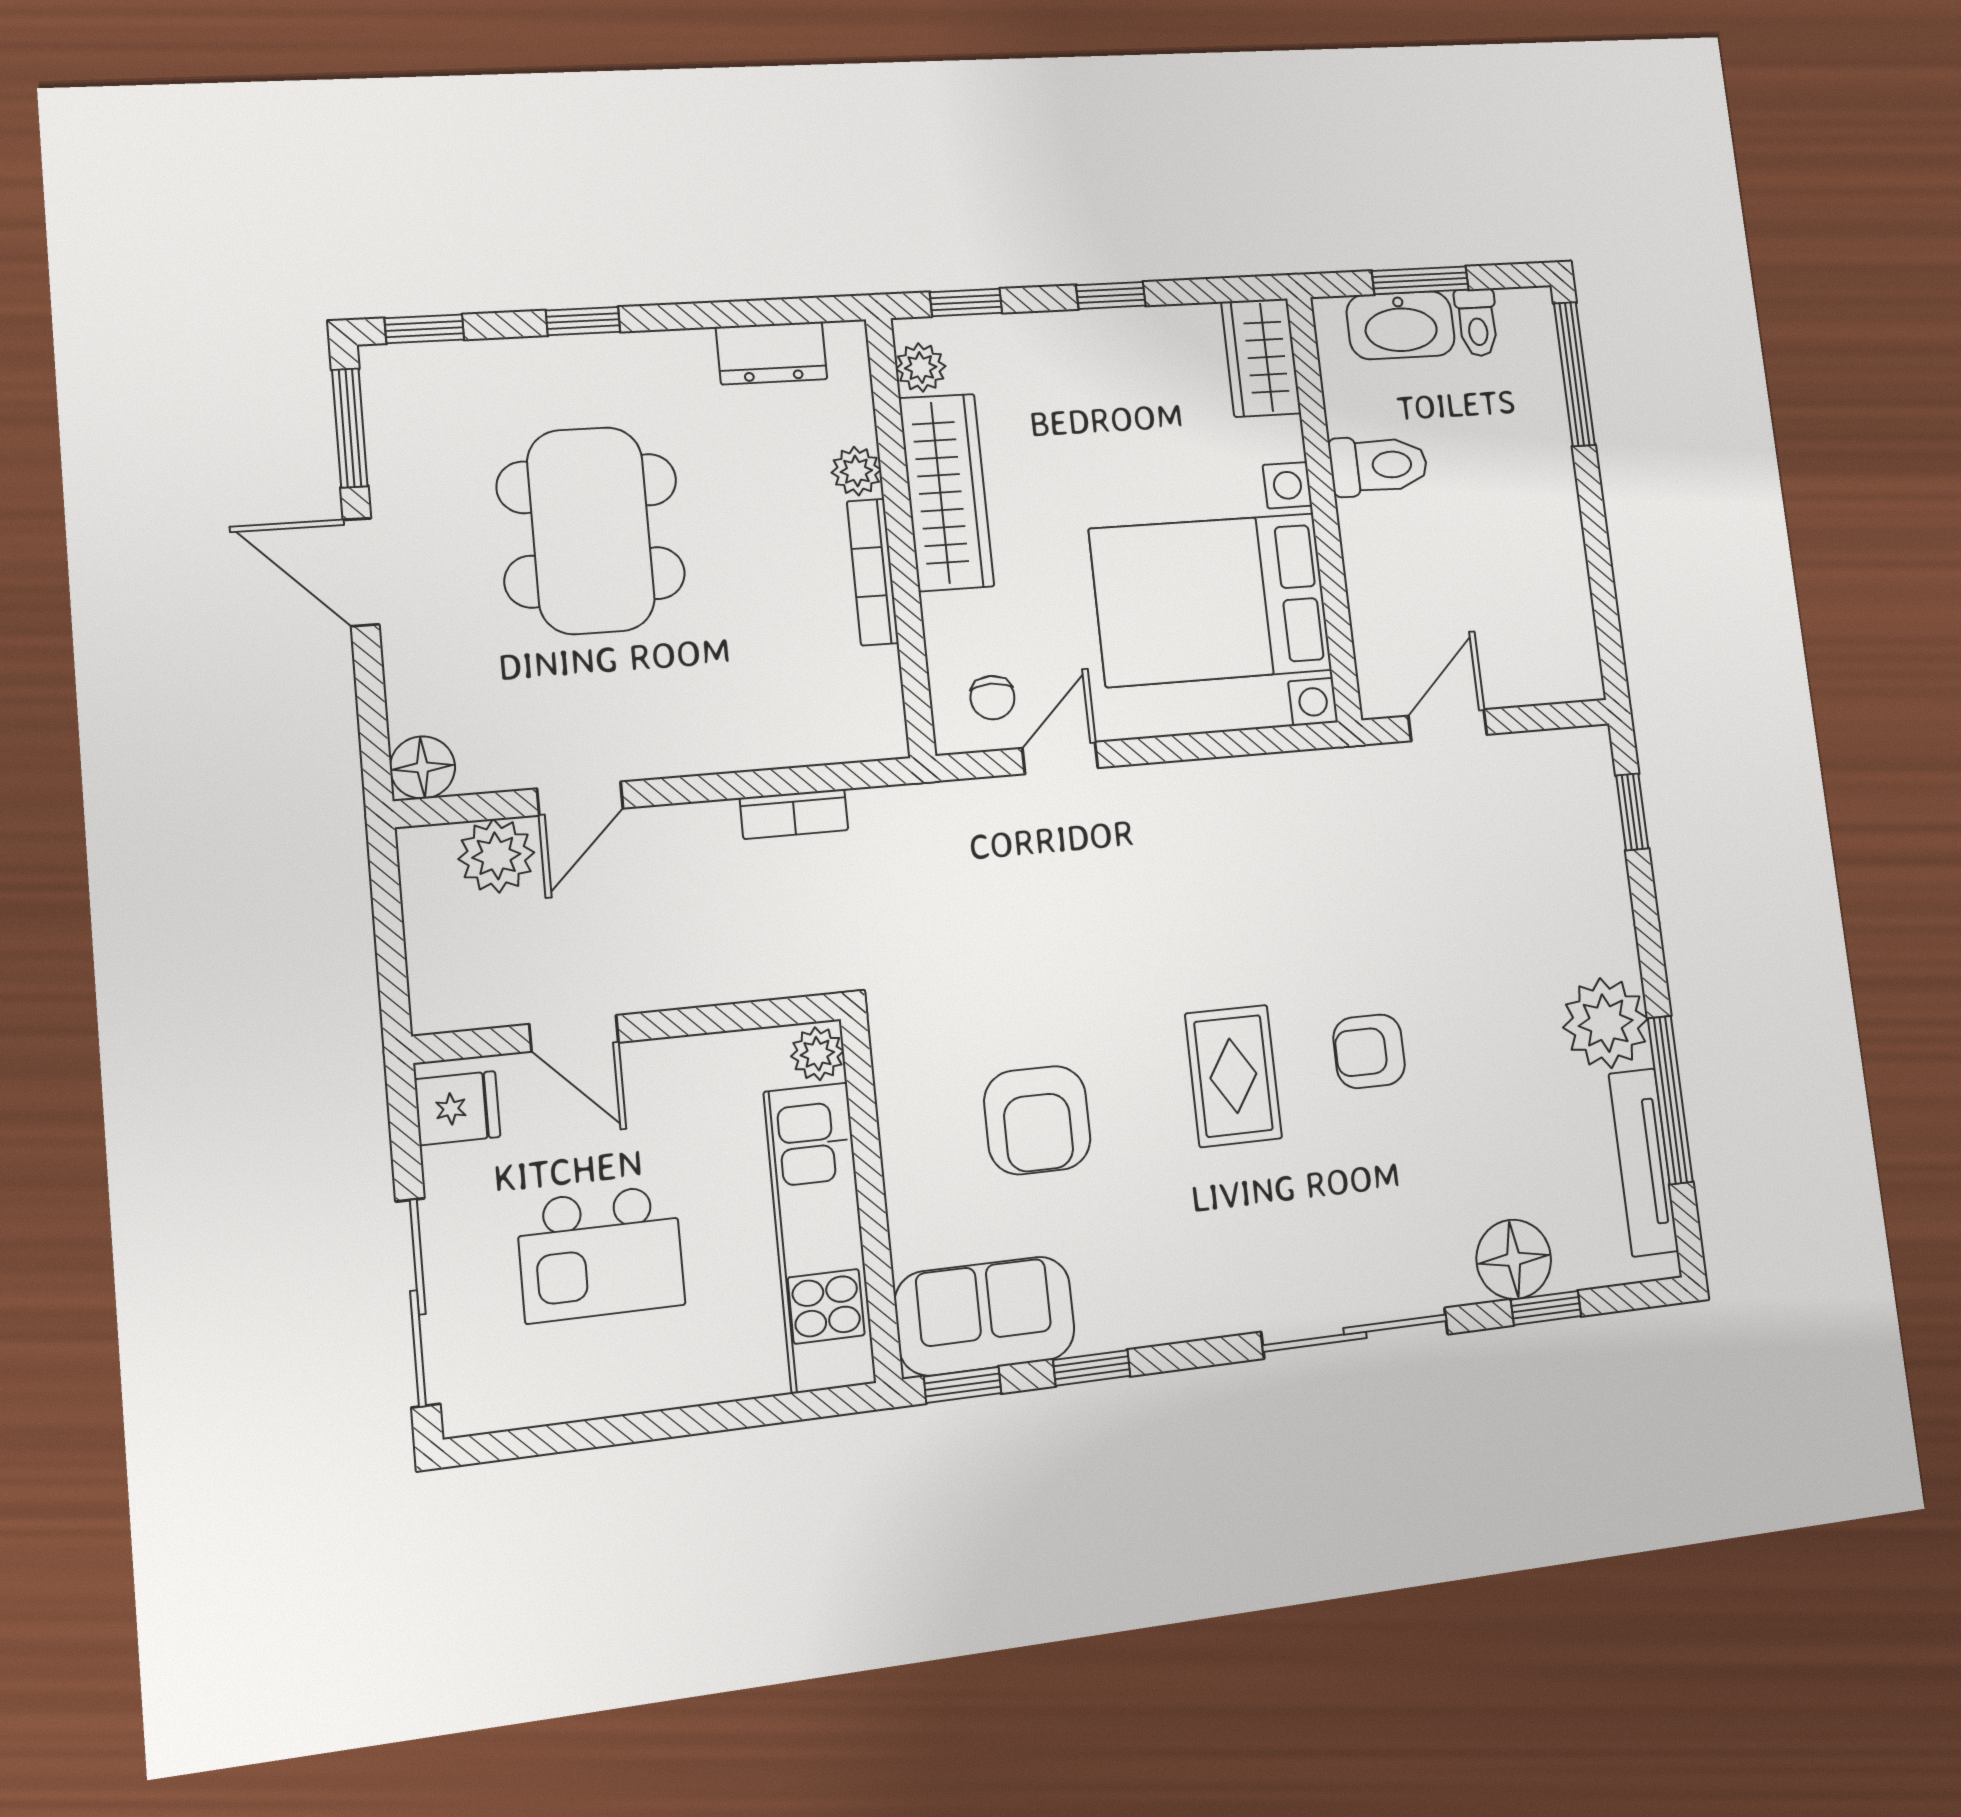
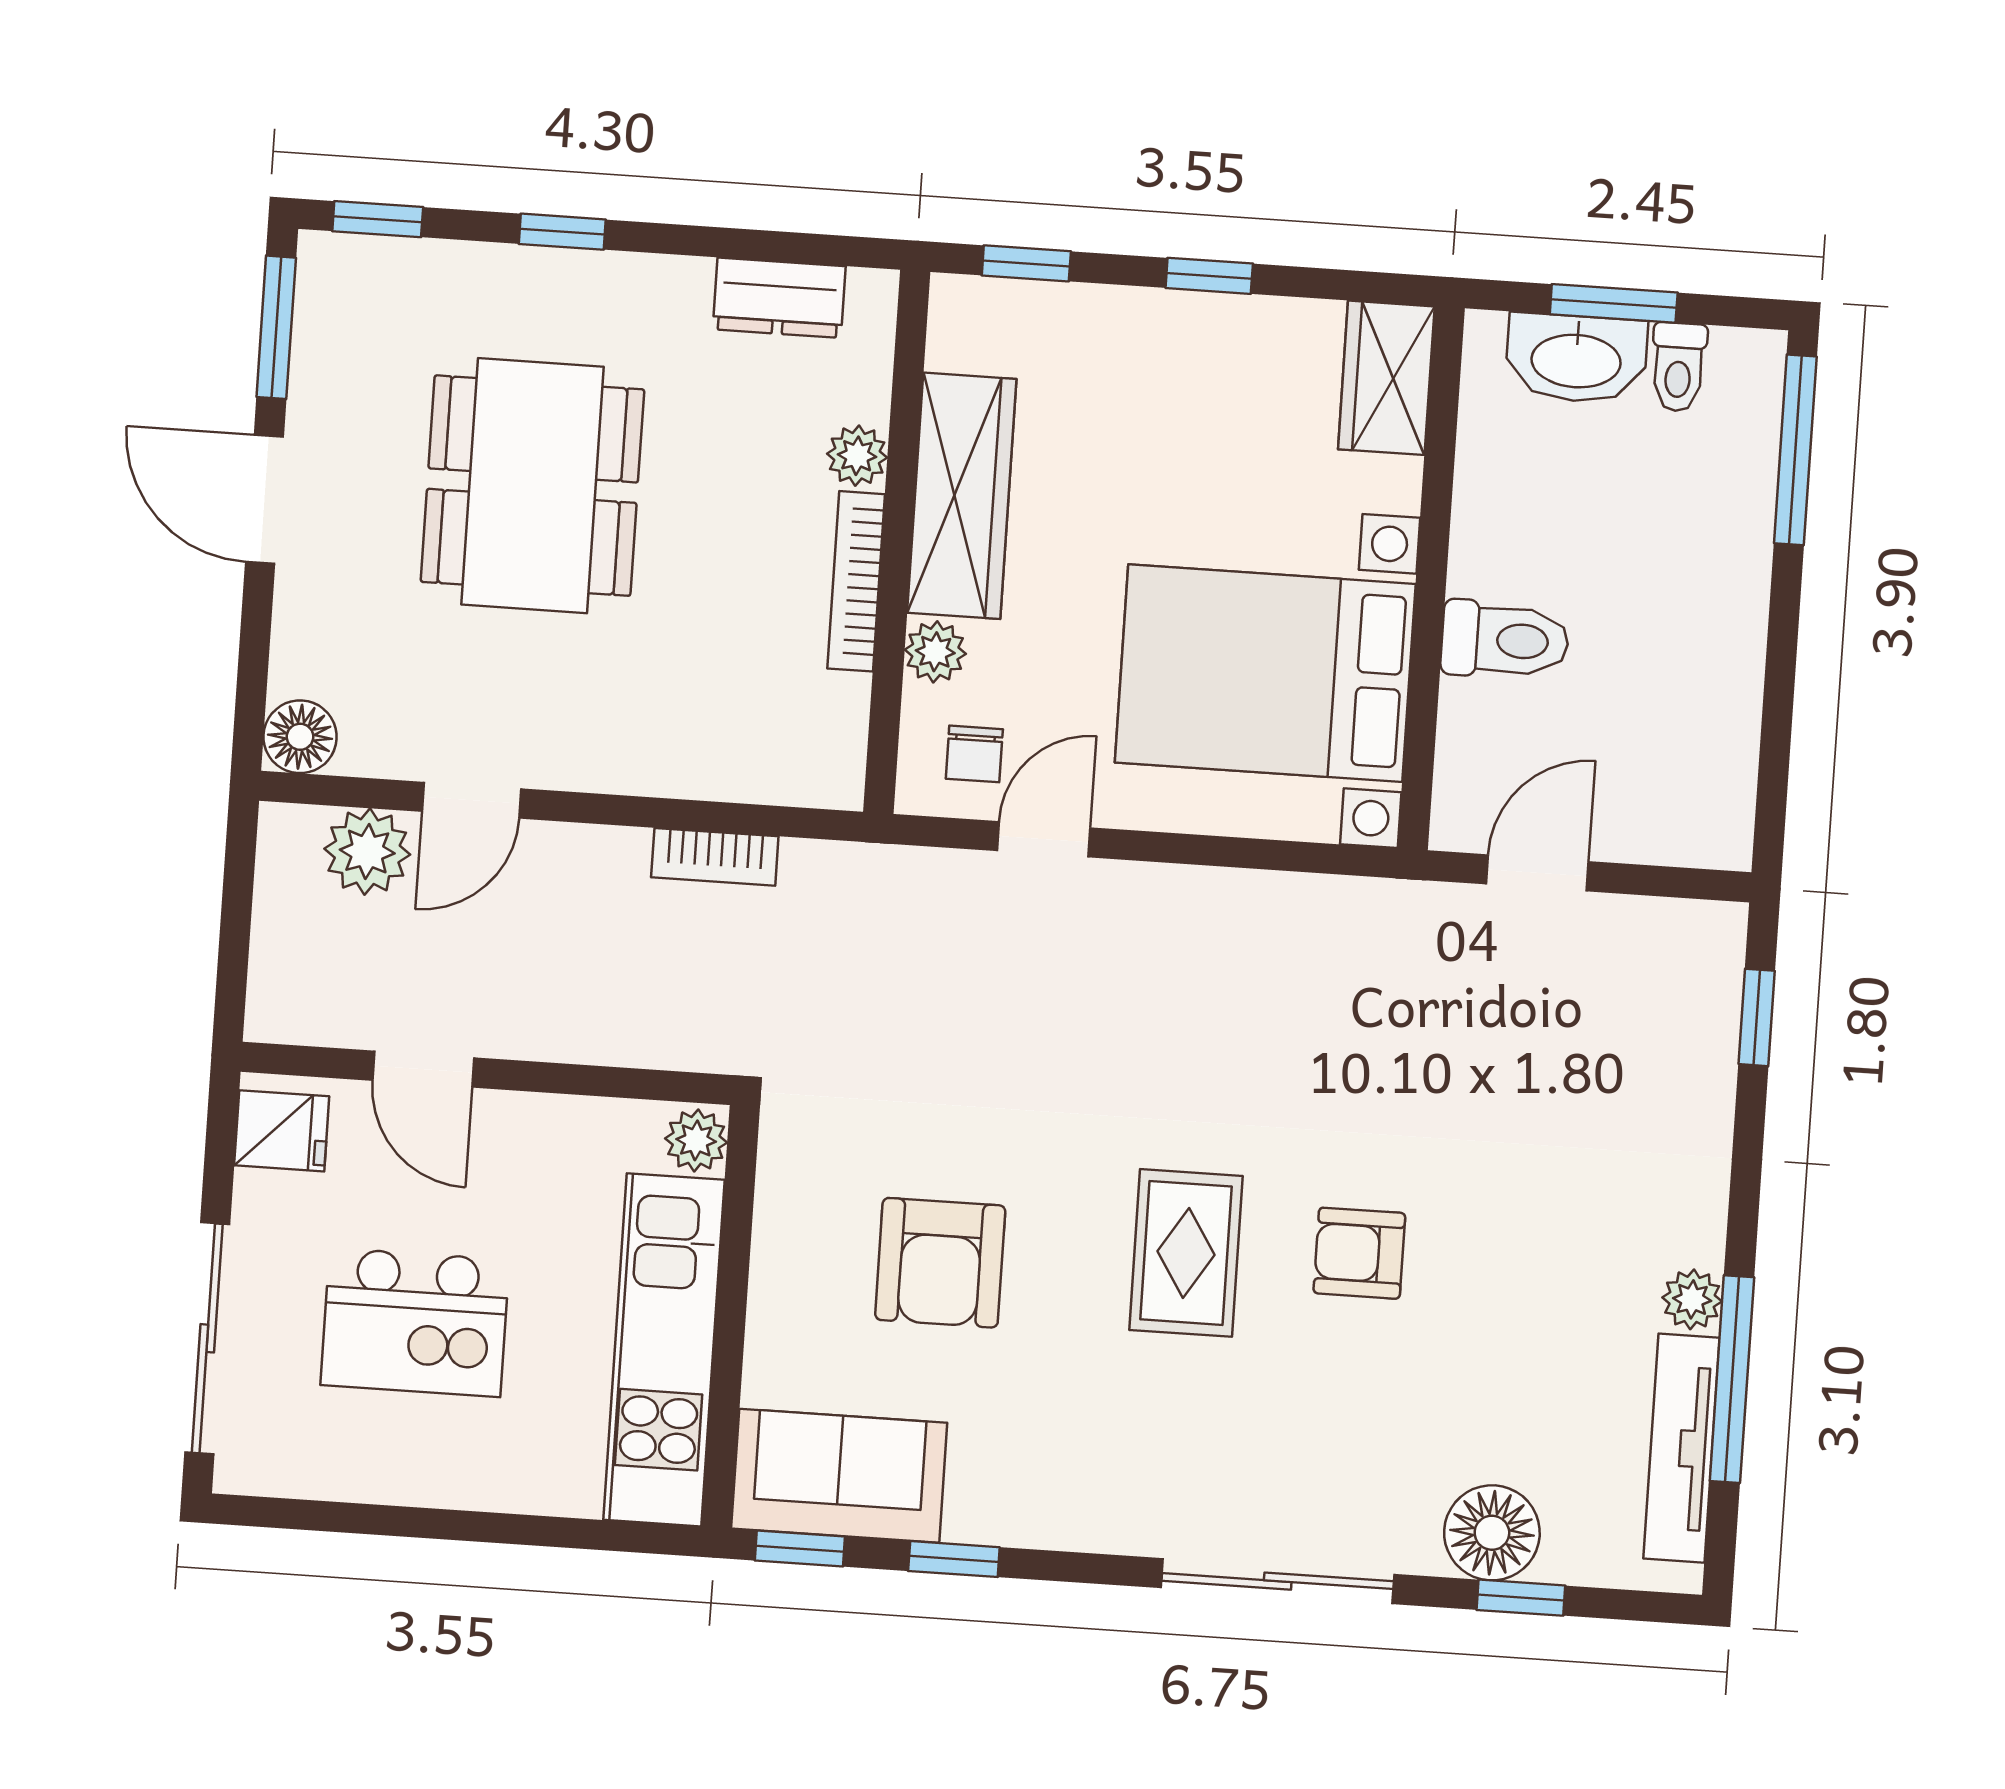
plant: (921, 367) -> (935, 652), moved
toilet: (1379, 465) -> (1505, 640), moved
plant: (1606, 1023) -> (1692, 1299), width x0.53, depth x0.53

